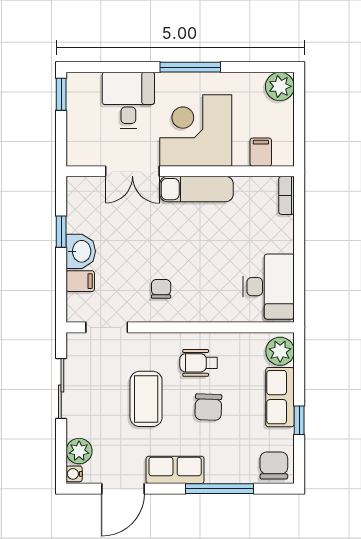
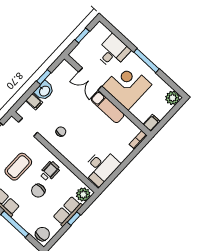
window: (61, 94) -> (82, 36), moved
filing cabinet: (261, 152) -> (151, 123), moved
wheelchair: (199, 363) -> (50, 171), turned 90
window: (299, 420) -> (74, 219), moved

